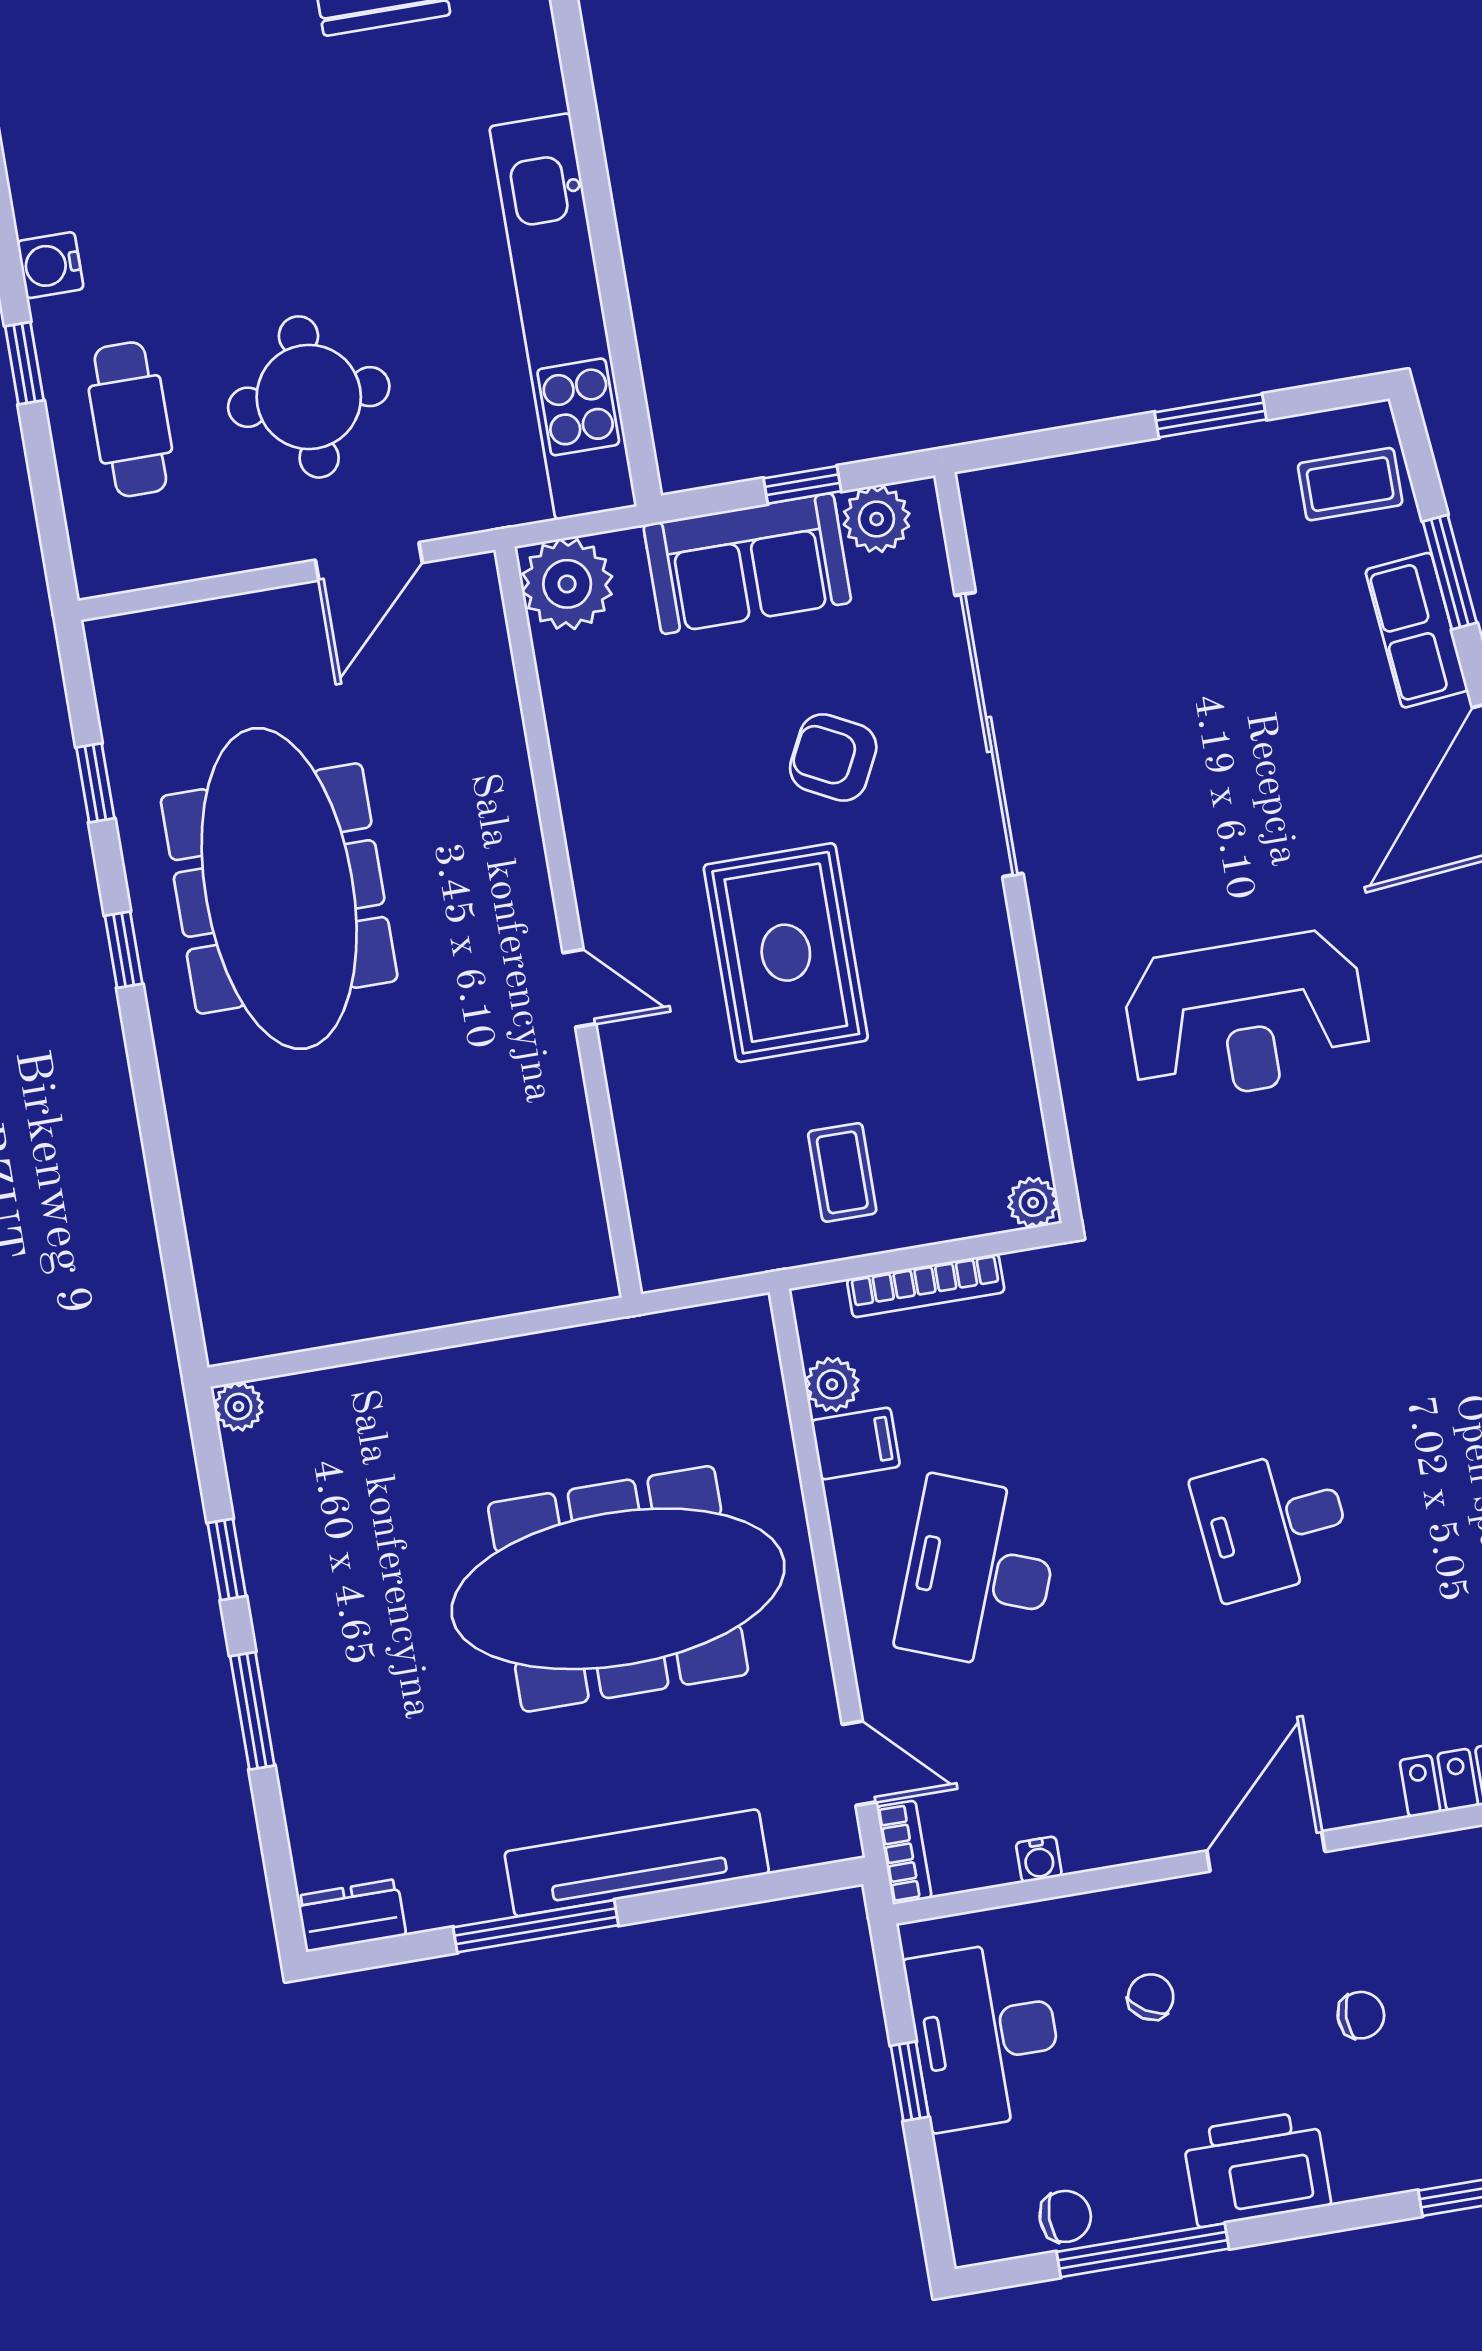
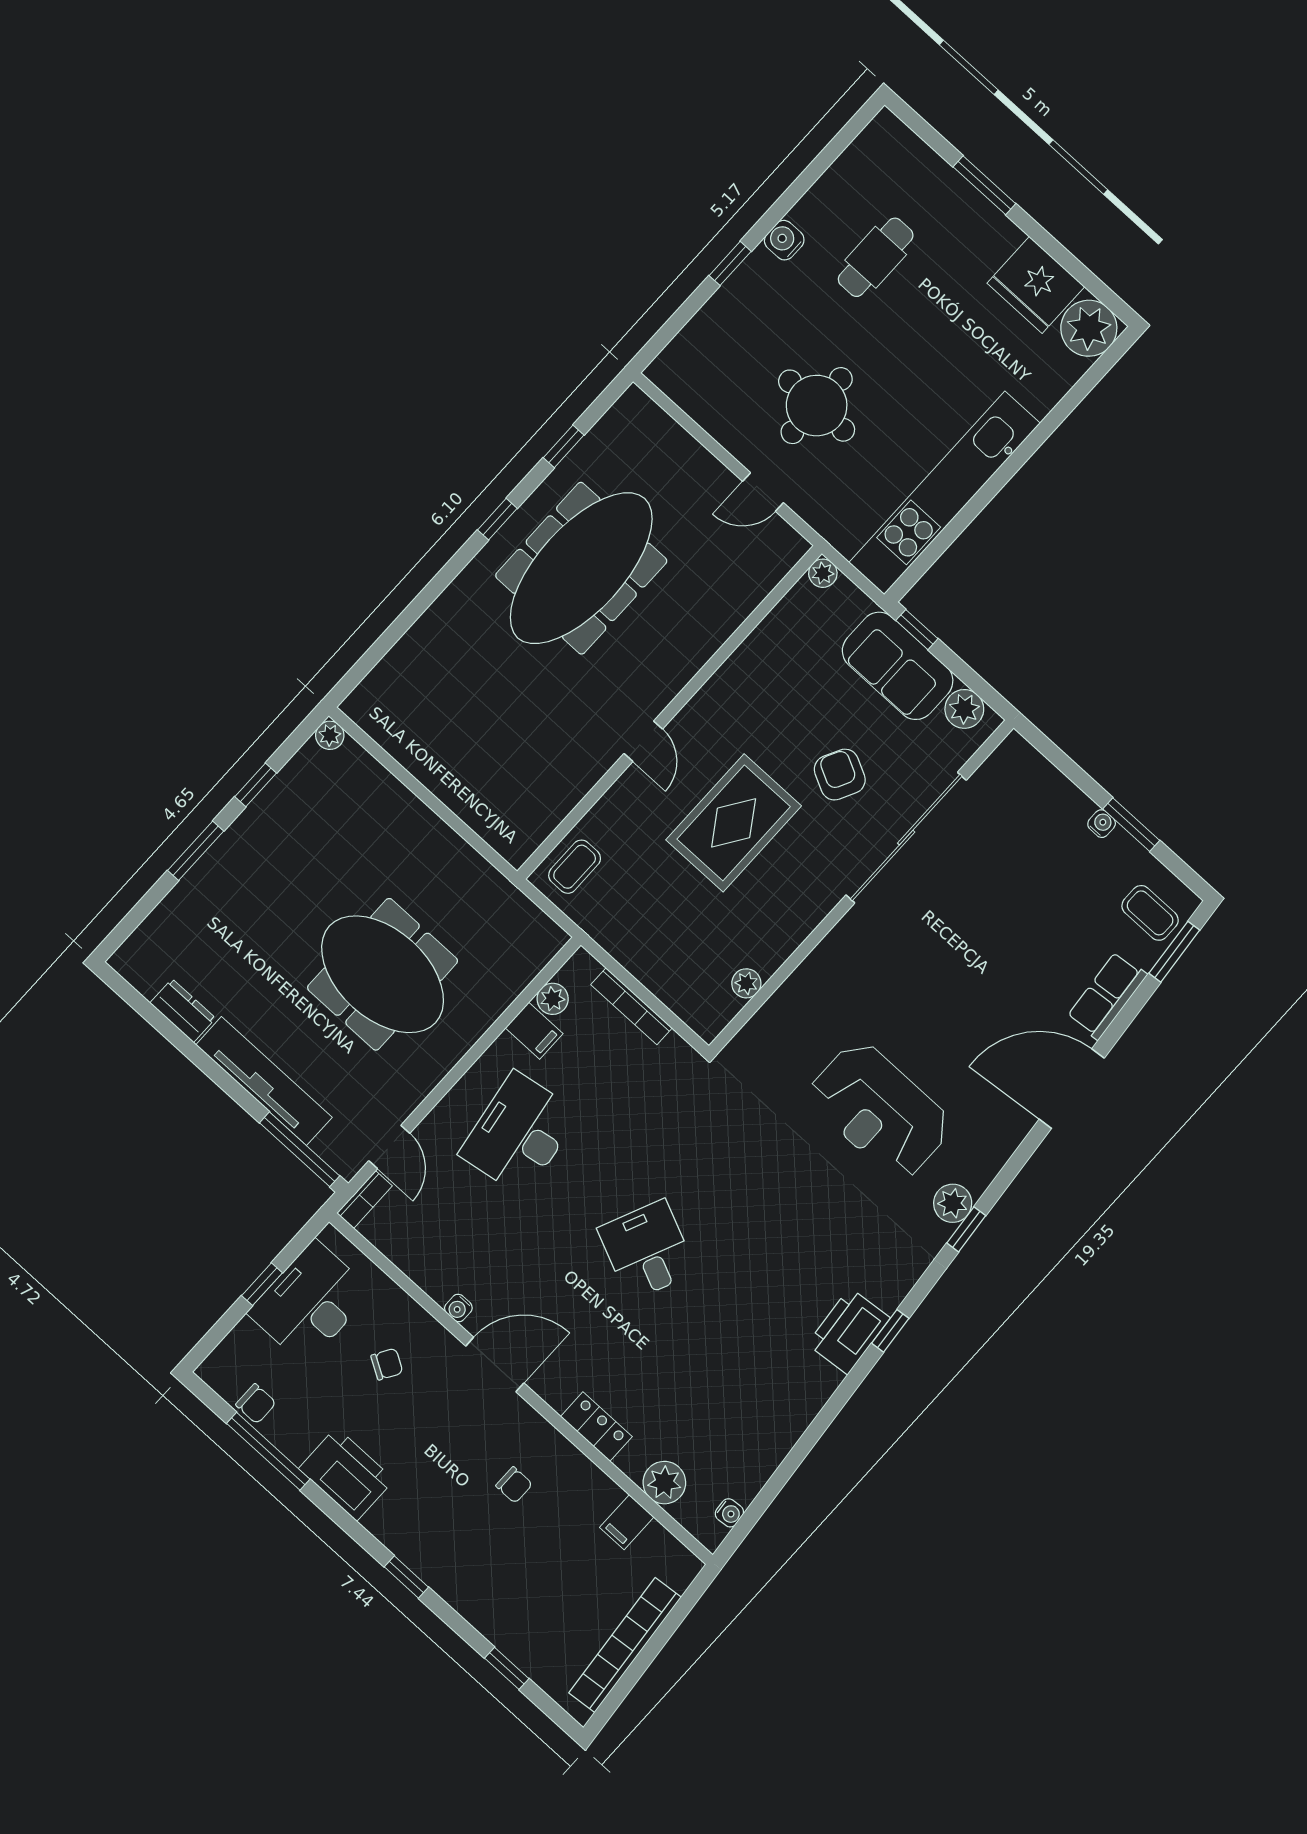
cafe table: (130, 419) -> (876, 257), moved
water cooler: (1178, 455) -> (1102, 824), added
window: (802, 485) -> (917, 630), moved
door: (369, 561) -> (763, 492), width x0.73
window: (1450, 572) -> (1174, 952), moved
plant: (567, 584) -> (823, 573), width x0.53, depth x0.53
reception desk: (1246, 1017) -> (880, 1110), moved
coffee table: (842, 1172) -> (575, 867), moved
plant: (1033, 1203) -> (746, 983), moved
desk: (1273, 1524) -> (647, 1250), turned 30
desk: (979, 1573) -> (519, 1134), turned -30
meeting table: (618, 1589) -> (383, 974), width x0.73
water cooler: (1039, 1859) -> (458, 1308), moved
dresser: (351, 1915) -> (183, 1011), moved
window: (536, 1926) -> (300, 1149), moved
chair: (1361, 2015) -> (514, 1485), moved

